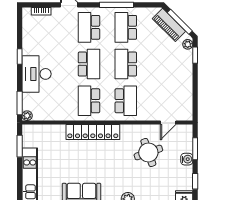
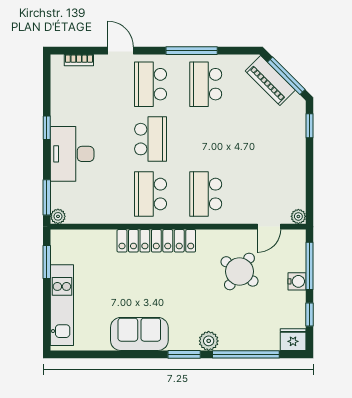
plant: (188, 44) -> (298, 216), moved
school desk: (126, 64) -> (206, 139), removed
school desk: (126, 101) -> (206, 194), turned 180
window: (195, 149) -> (310, 266), width x1.44
round table: (148, 152) -> (239, 271), turned -35

